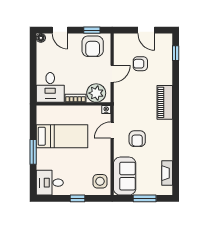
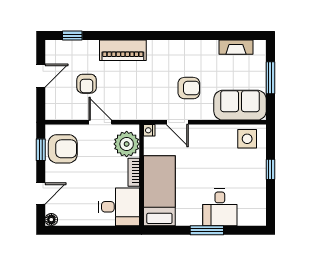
piano: (165, 102) -> (123, 50), moved
bed: (62, 136) -> (159, 191), moved
desk: (50, 183) -> (220, 207), moved

